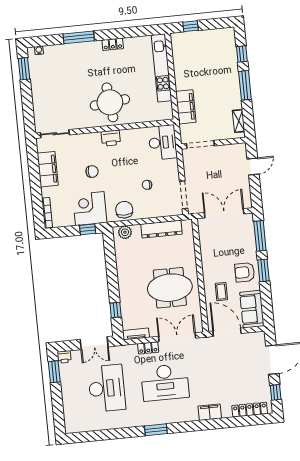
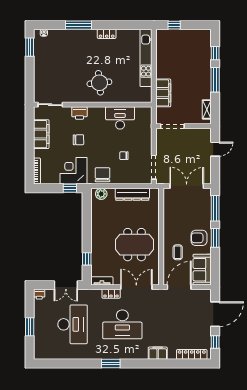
round table: (110, 102) -> (99, 83), width x0.73, depth x0.73
printer: (111, 138) -> (80, 113), moved
desk: (163, 142) -> (120, 118), moved, turned -90
door: (227, 332) -> (179, 287), hinge flipped
window: (54, 372) -> (30, 327), moved

